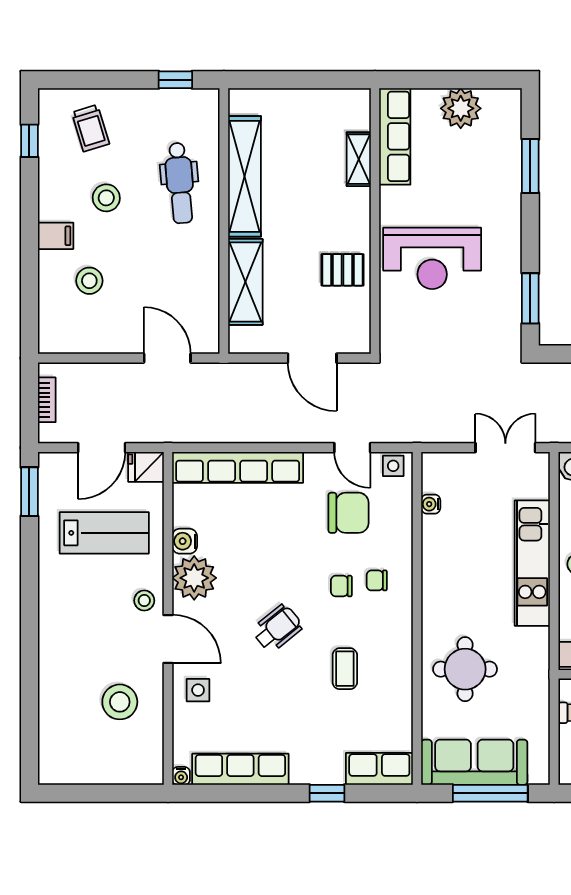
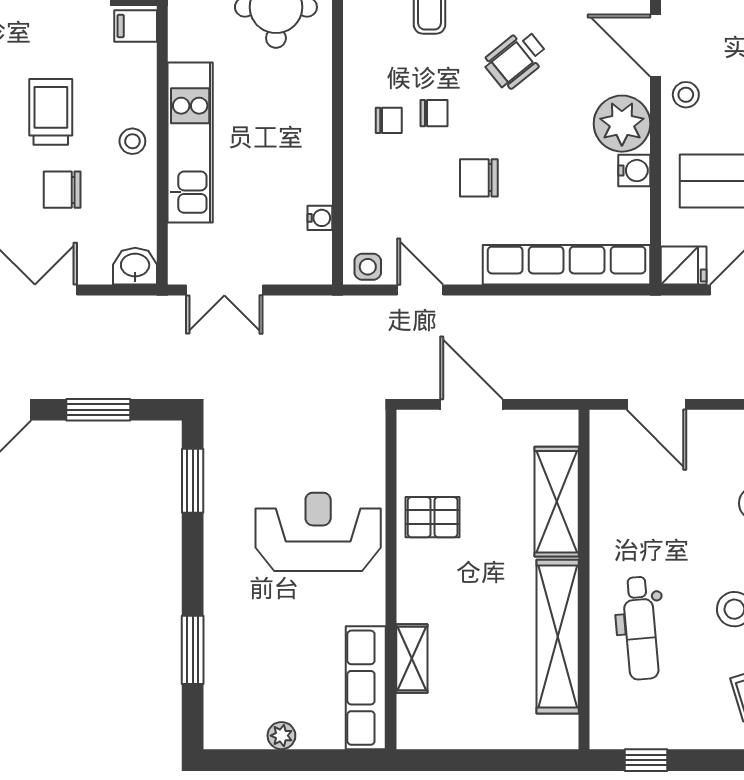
plant: (461, 108) -> (281, 736), width x0.53, depth x0.53
dental chair: (180, 183) -> (640, 628), turned 180
chair: (348, 513) -> (479, 178), moved, width x0.73, depth x0.73

